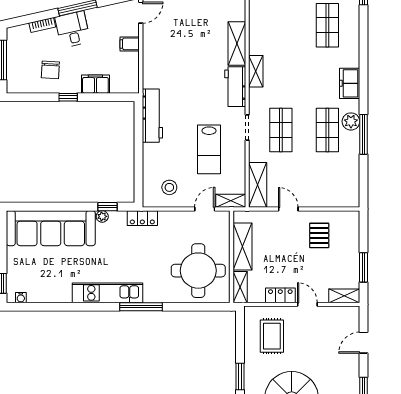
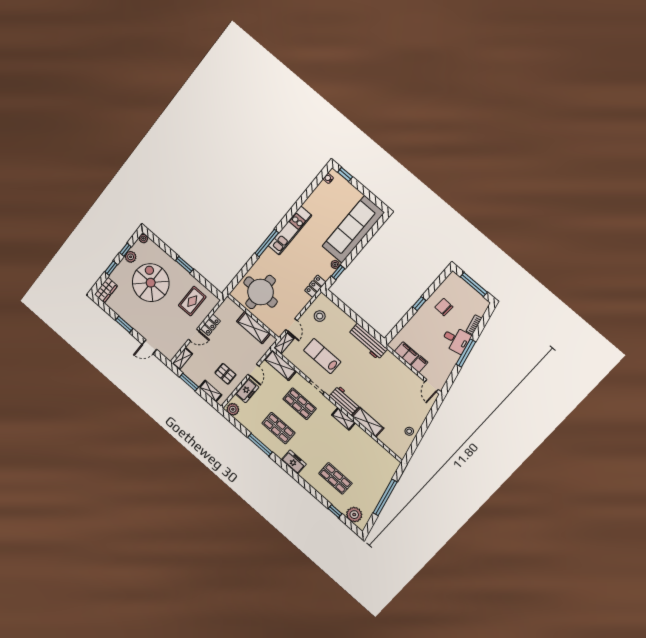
filing cabinet: (95, 84) -> (406, 353), moved, turned -90
plant: (351, 121) -> (233, 409), moved
freezer: (317, 198) -> (247, 390), added
door: (288, 209) -> (253, 370), hinge flipped
shelving: (240, 287) -> (211, 391), moved
rug: (272, 336) -> (192, 301), turned 90
door: (364, 343) -> (149, 347), swing flipped

